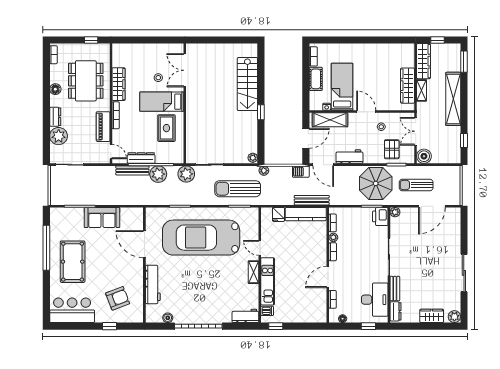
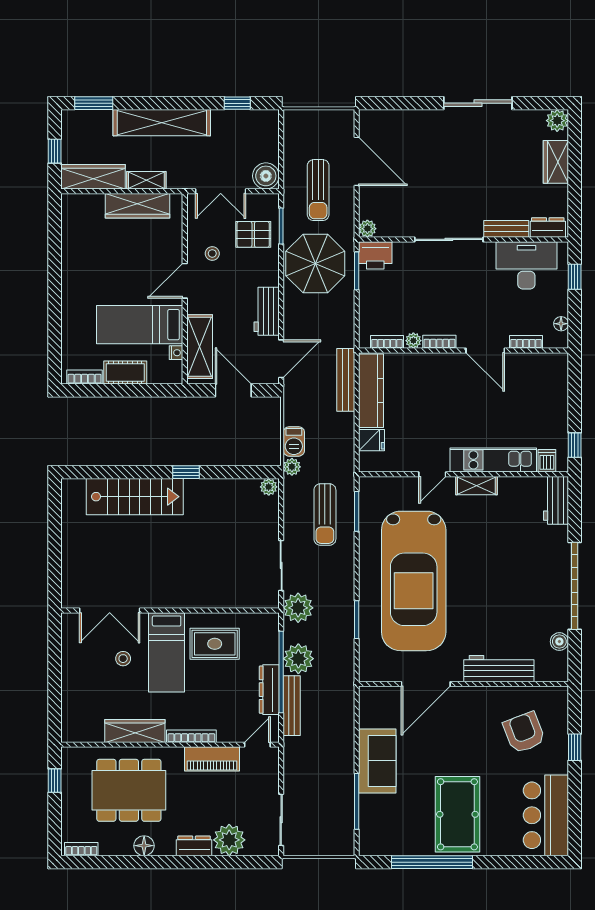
barbecue: (301, 172) -> (294, 441), moved
sun lounger: (238, 189) -> (325, 515), width x0.73, depth x0.75
pool table: (73, 262) -> (457, 814), turned 90

